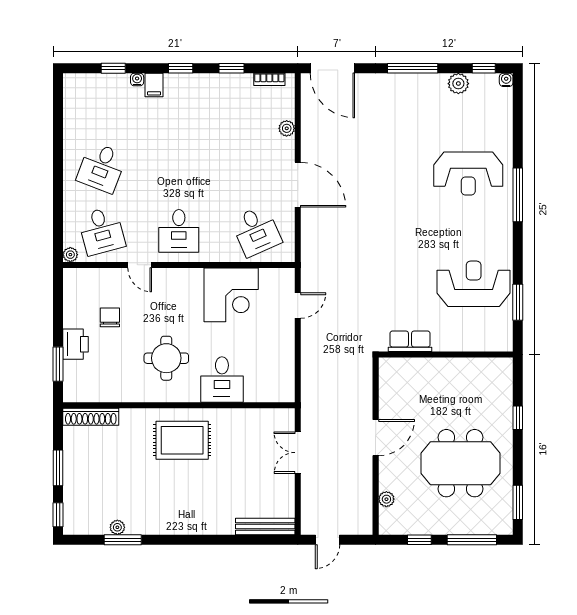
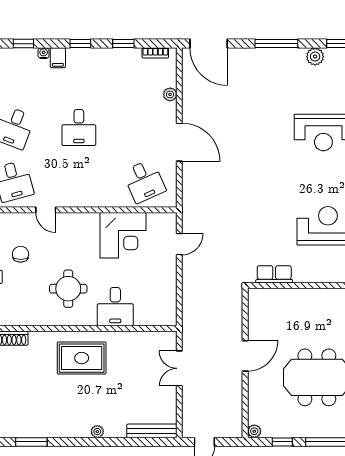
desk: (179, 231) -> (79, 128), moved
plant: (386, 499) -> (254, 431), moved
plant: (117, 527) -> (97, 432), moved

